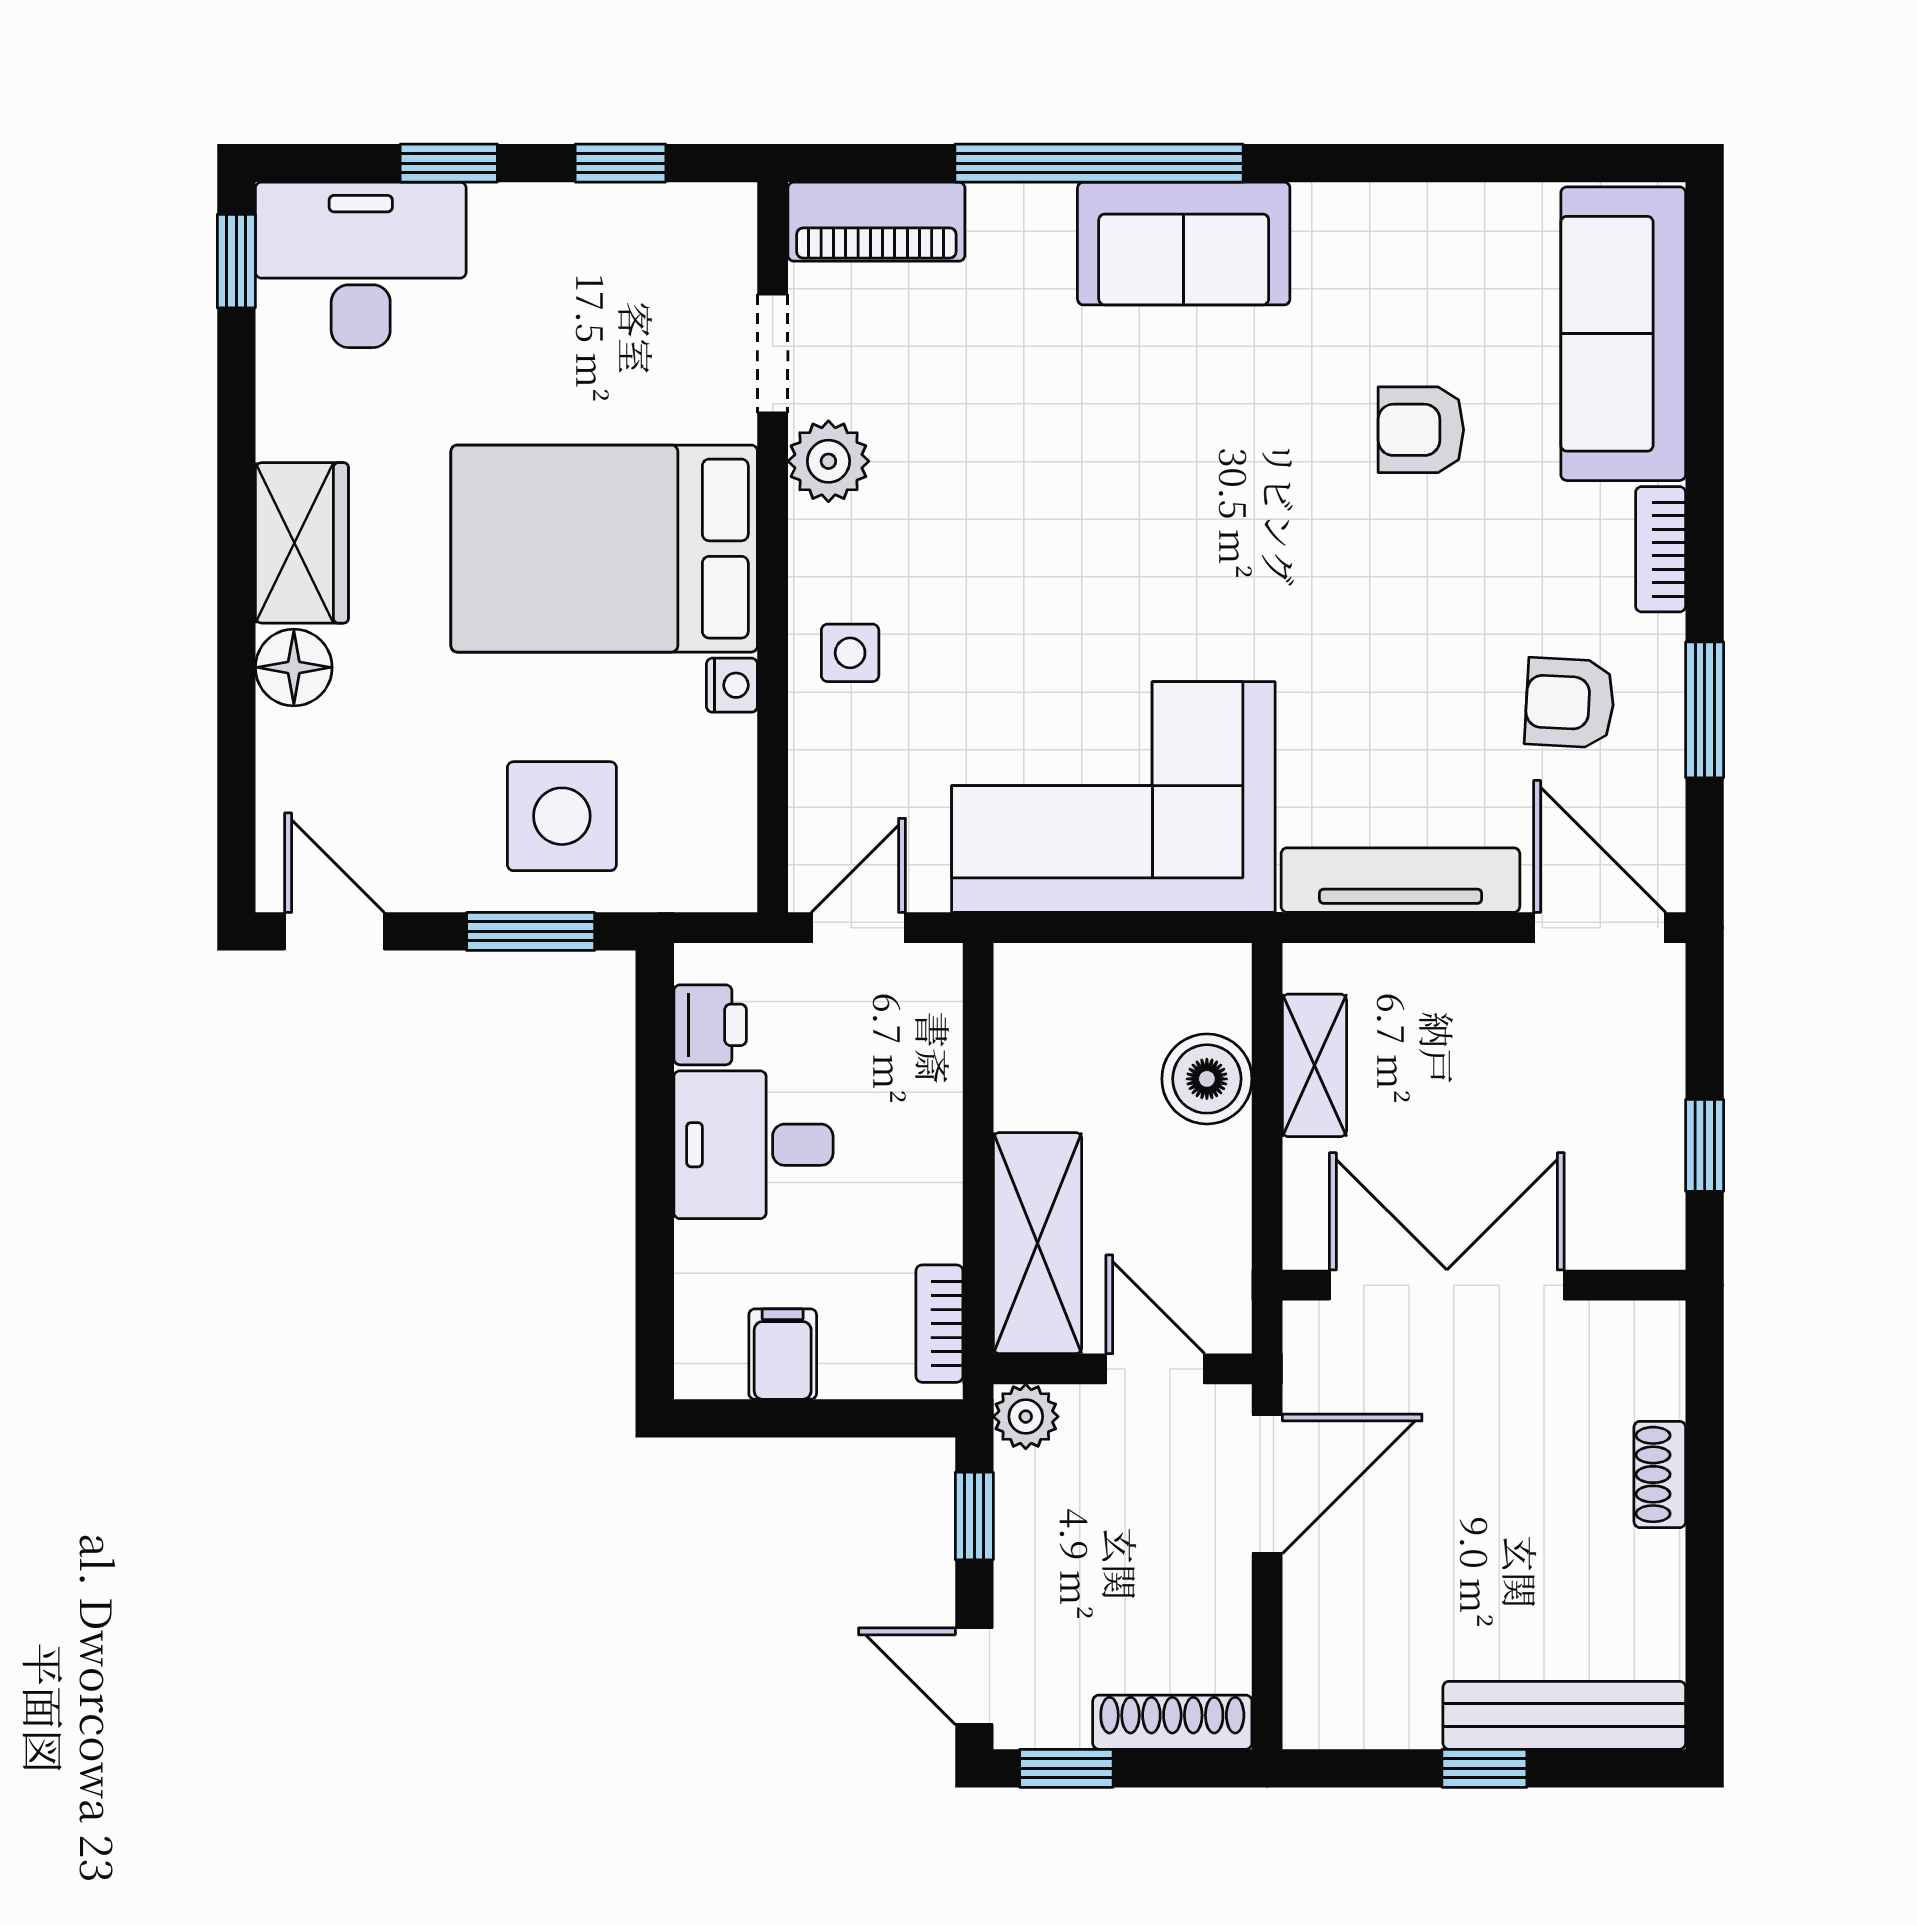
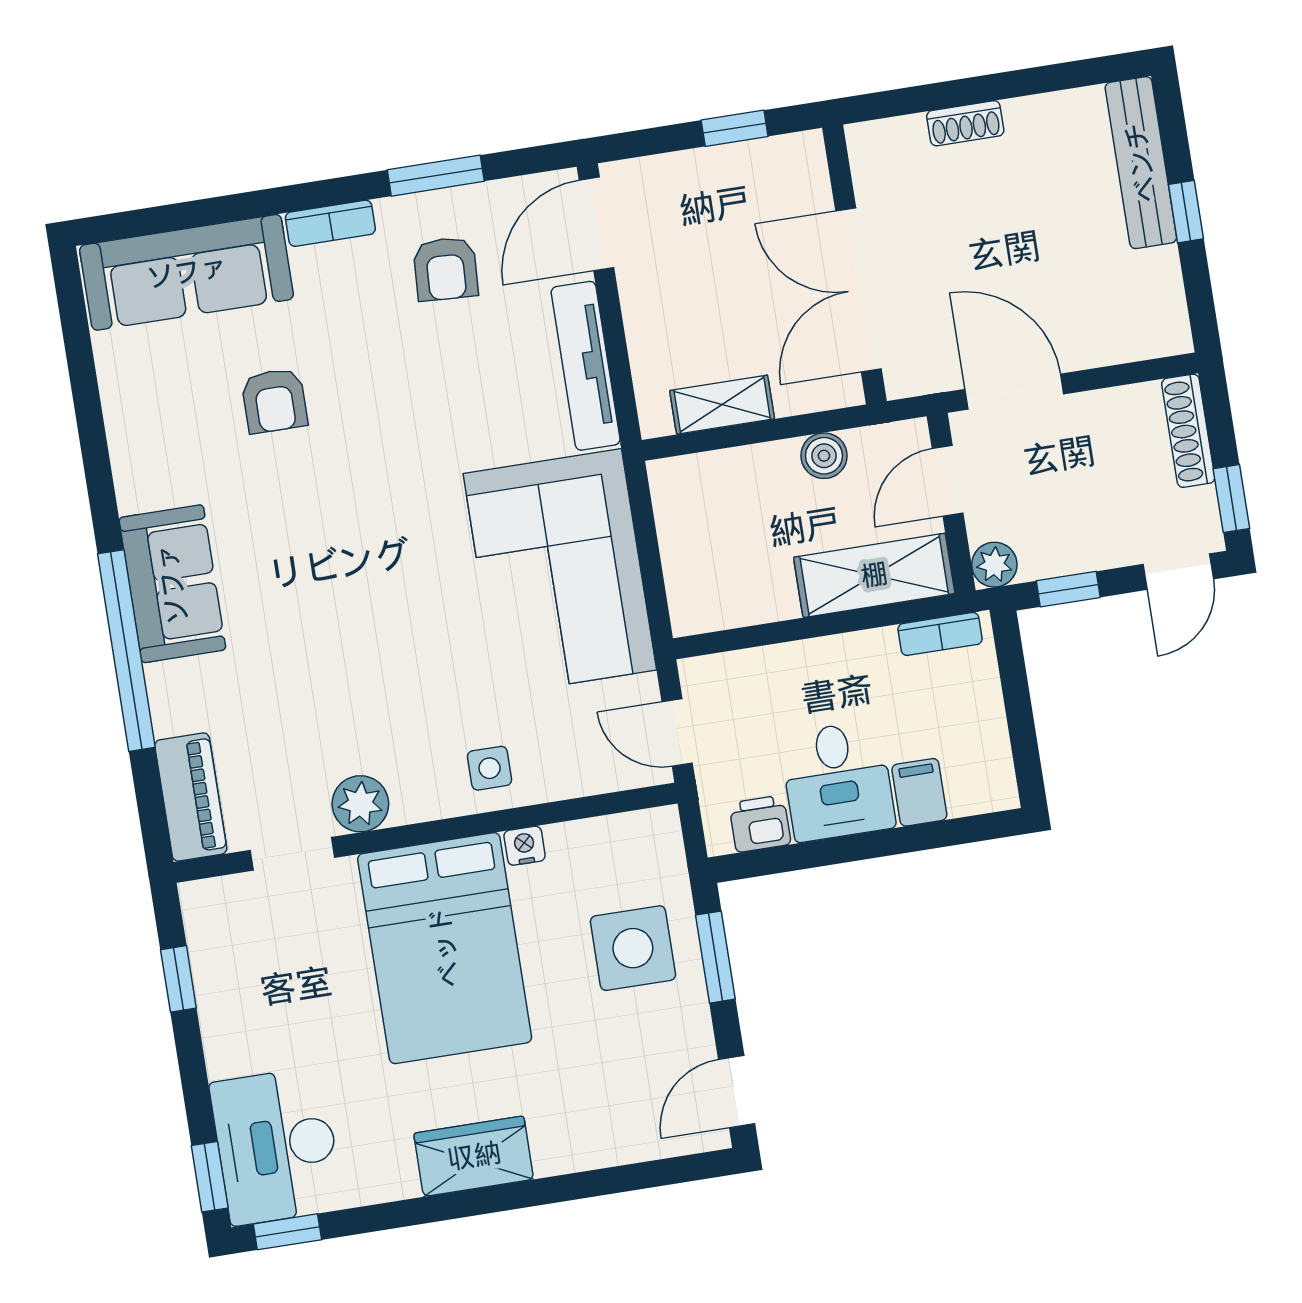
window: (449, 163) -> (210, 1177), moved
floor lamp: (294, 667) -> (560, 1148), removed
boiler: (1207, 1079) -> (824, 456), moved, width x0.73, depth x0.73
filing cabinet: (783, 1354) -> (919, 792), moved, turned 90

